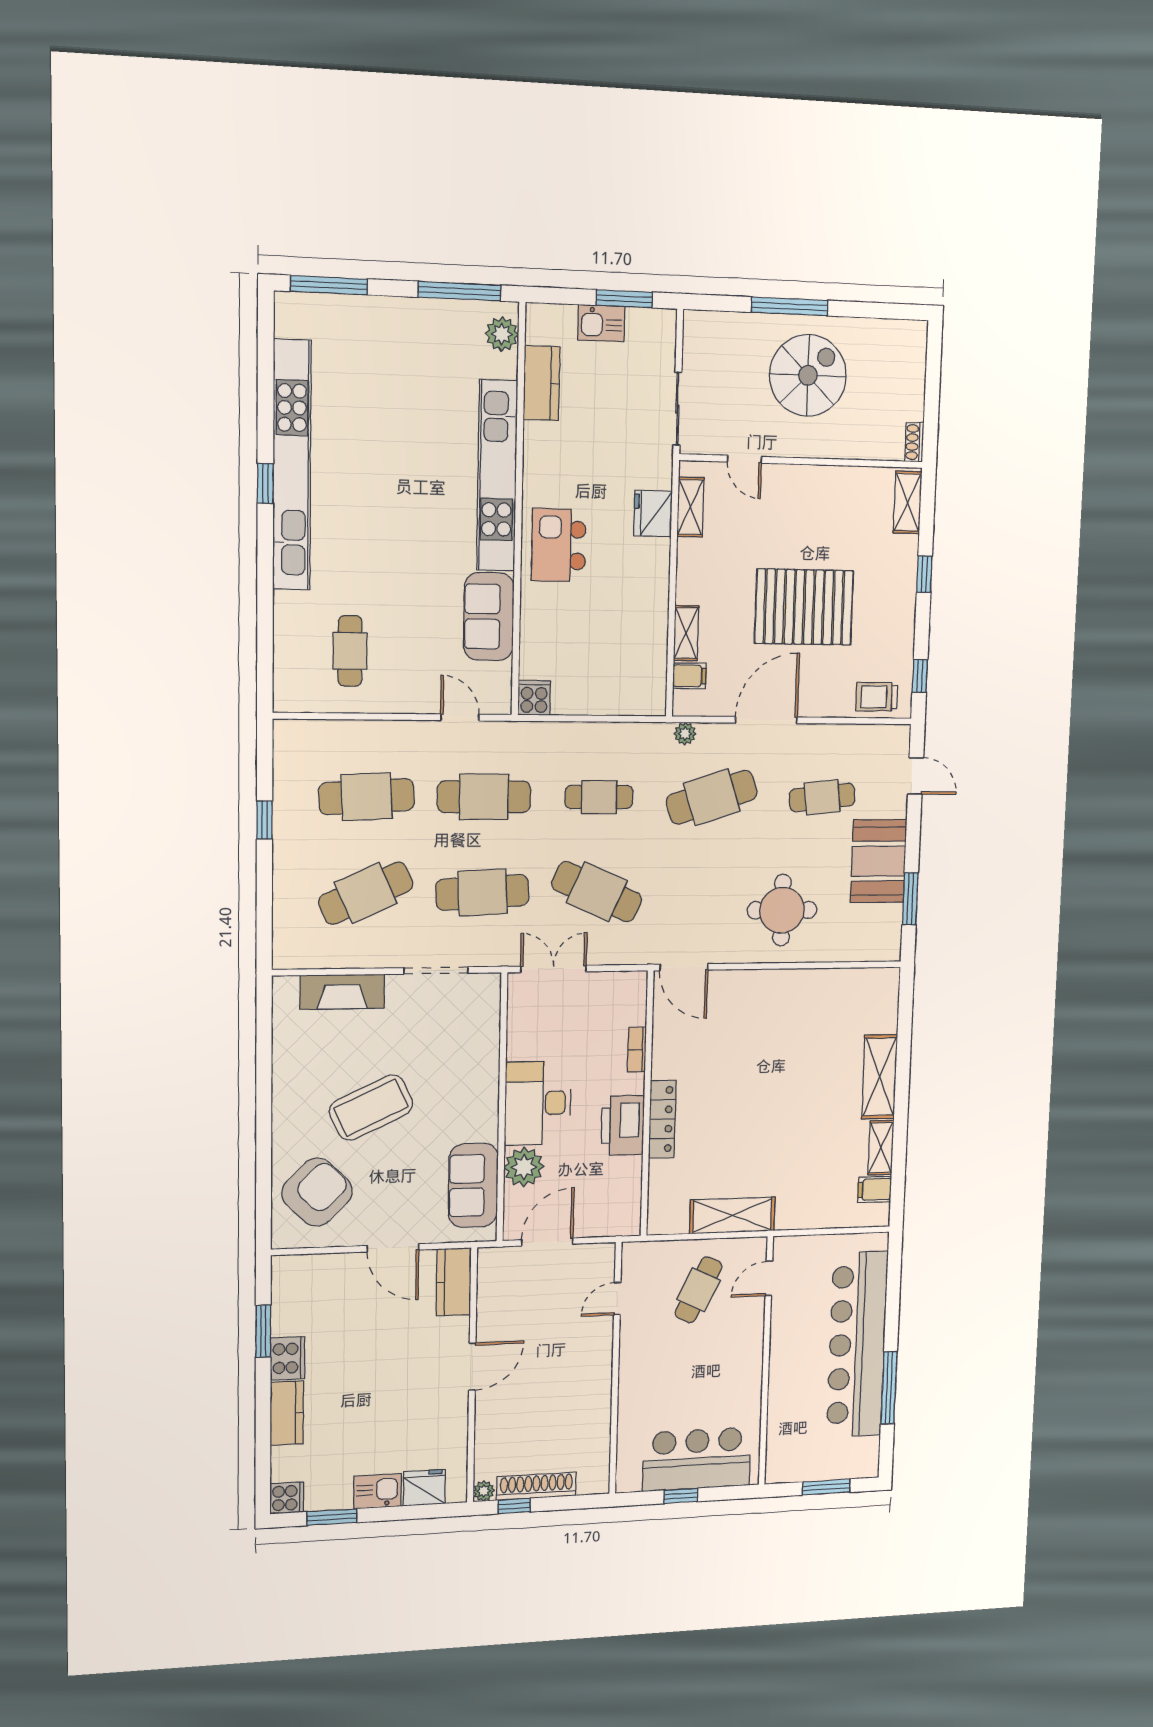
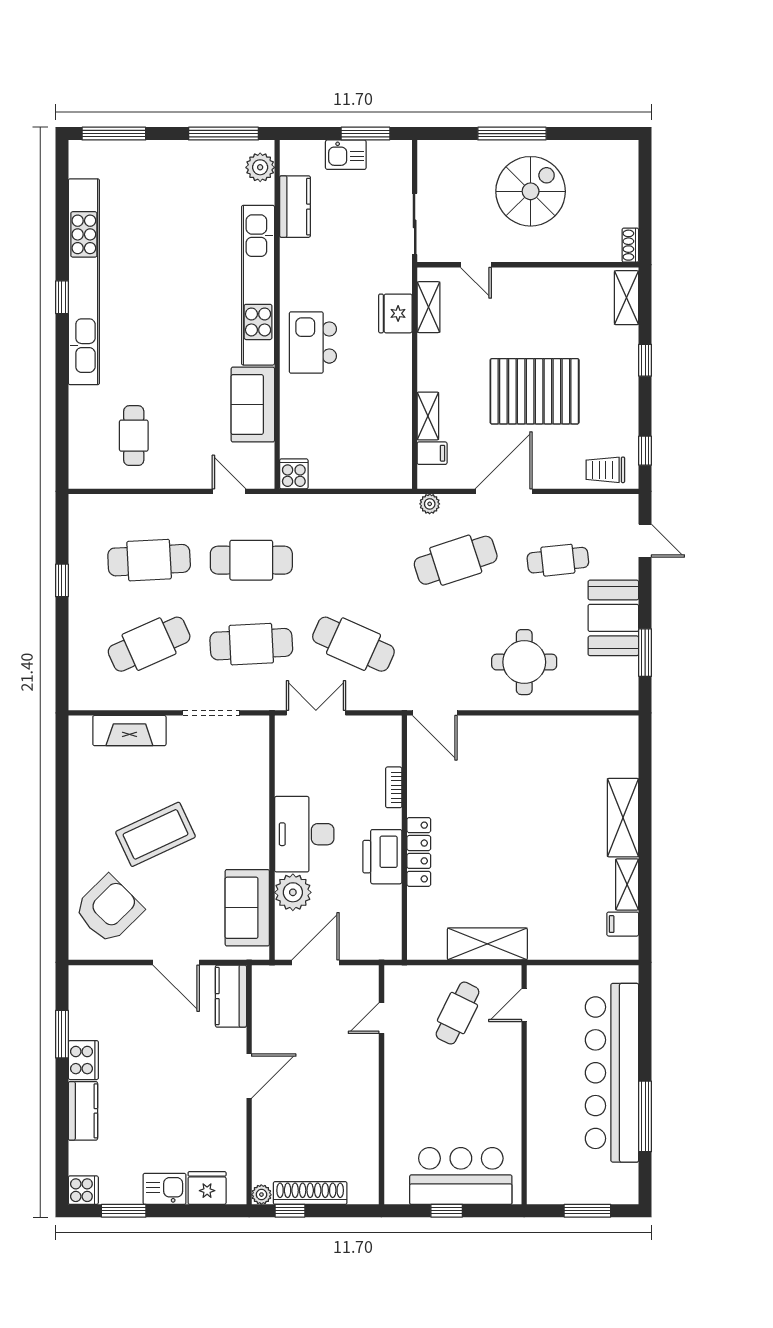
cafe table: (599, 797) -> (353, 560), removed

